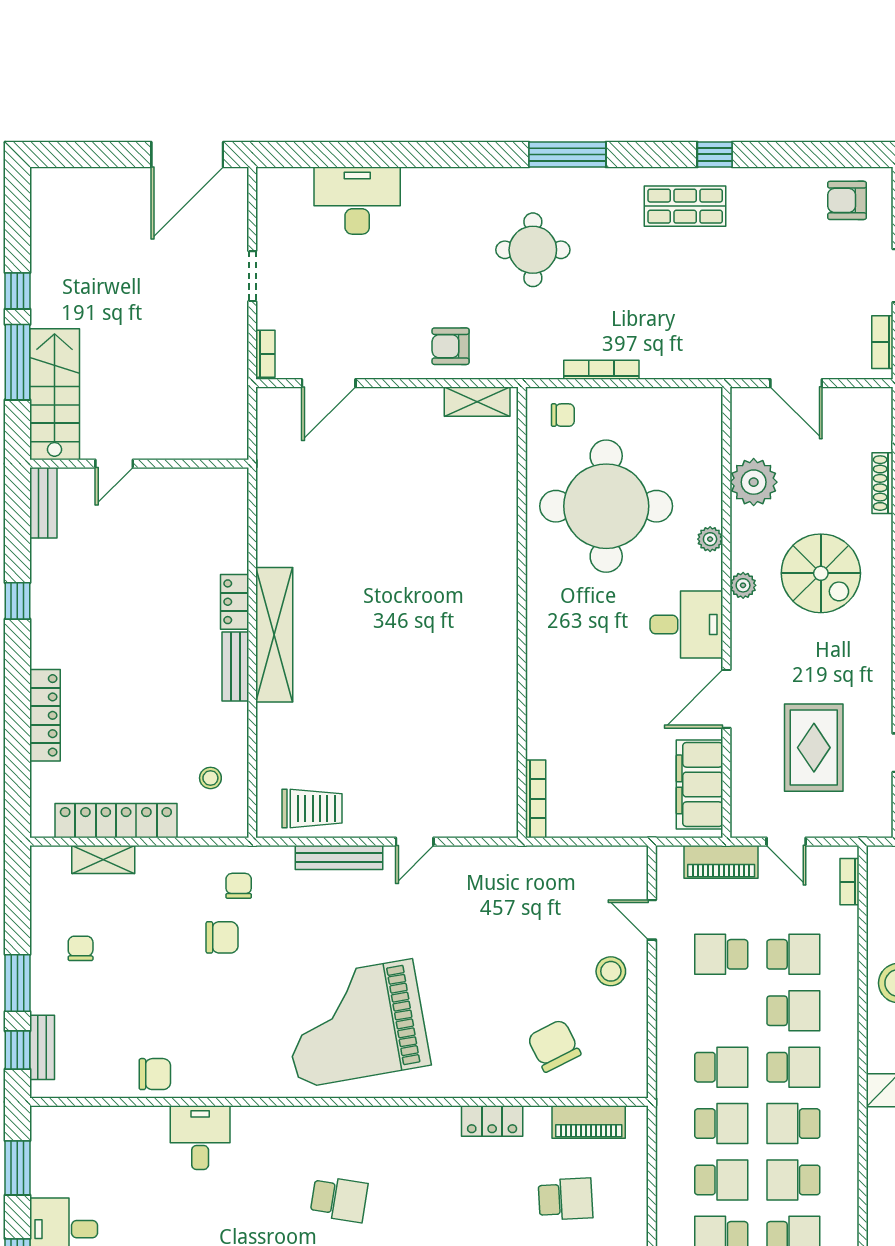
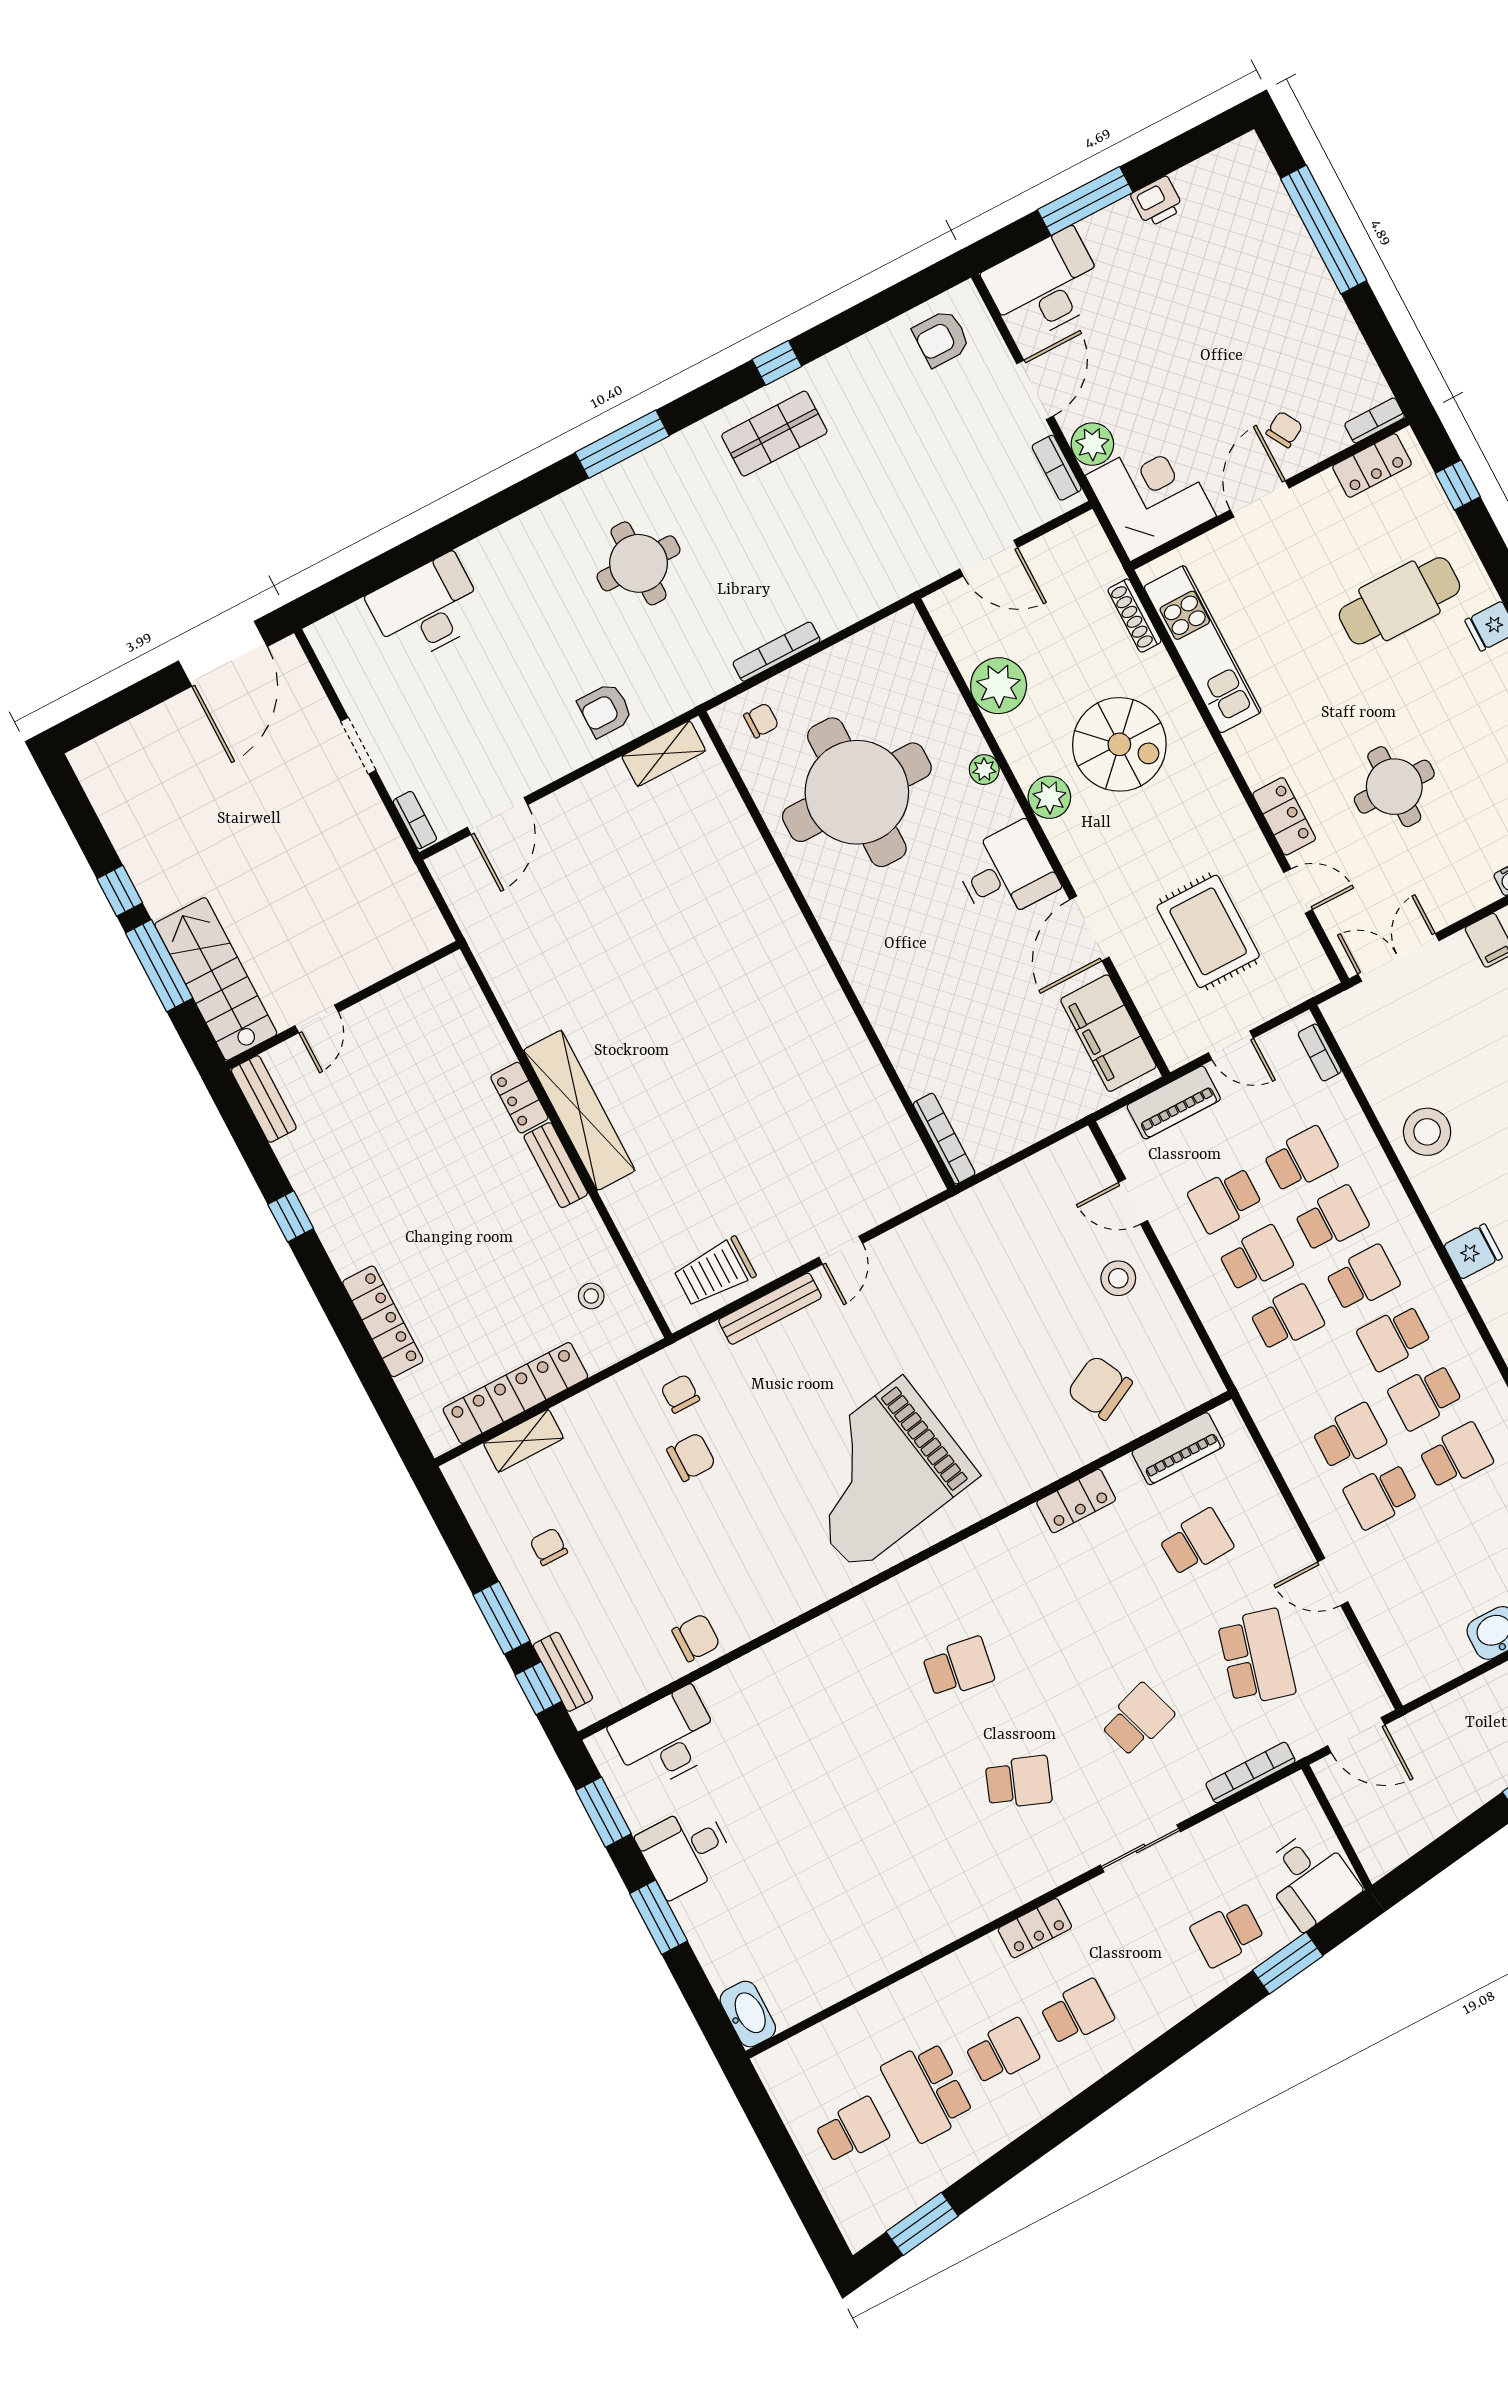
plant: (743, 585) -> (1049, 797), width x1.38, depth x1.38
trolley: (312, 808) -> (715, 1272), turned 180
school desk: (721, 1124) -> (1256, 1259), moved
desk: (200, 1138) -> (666, 1739), moved, width x1.37

